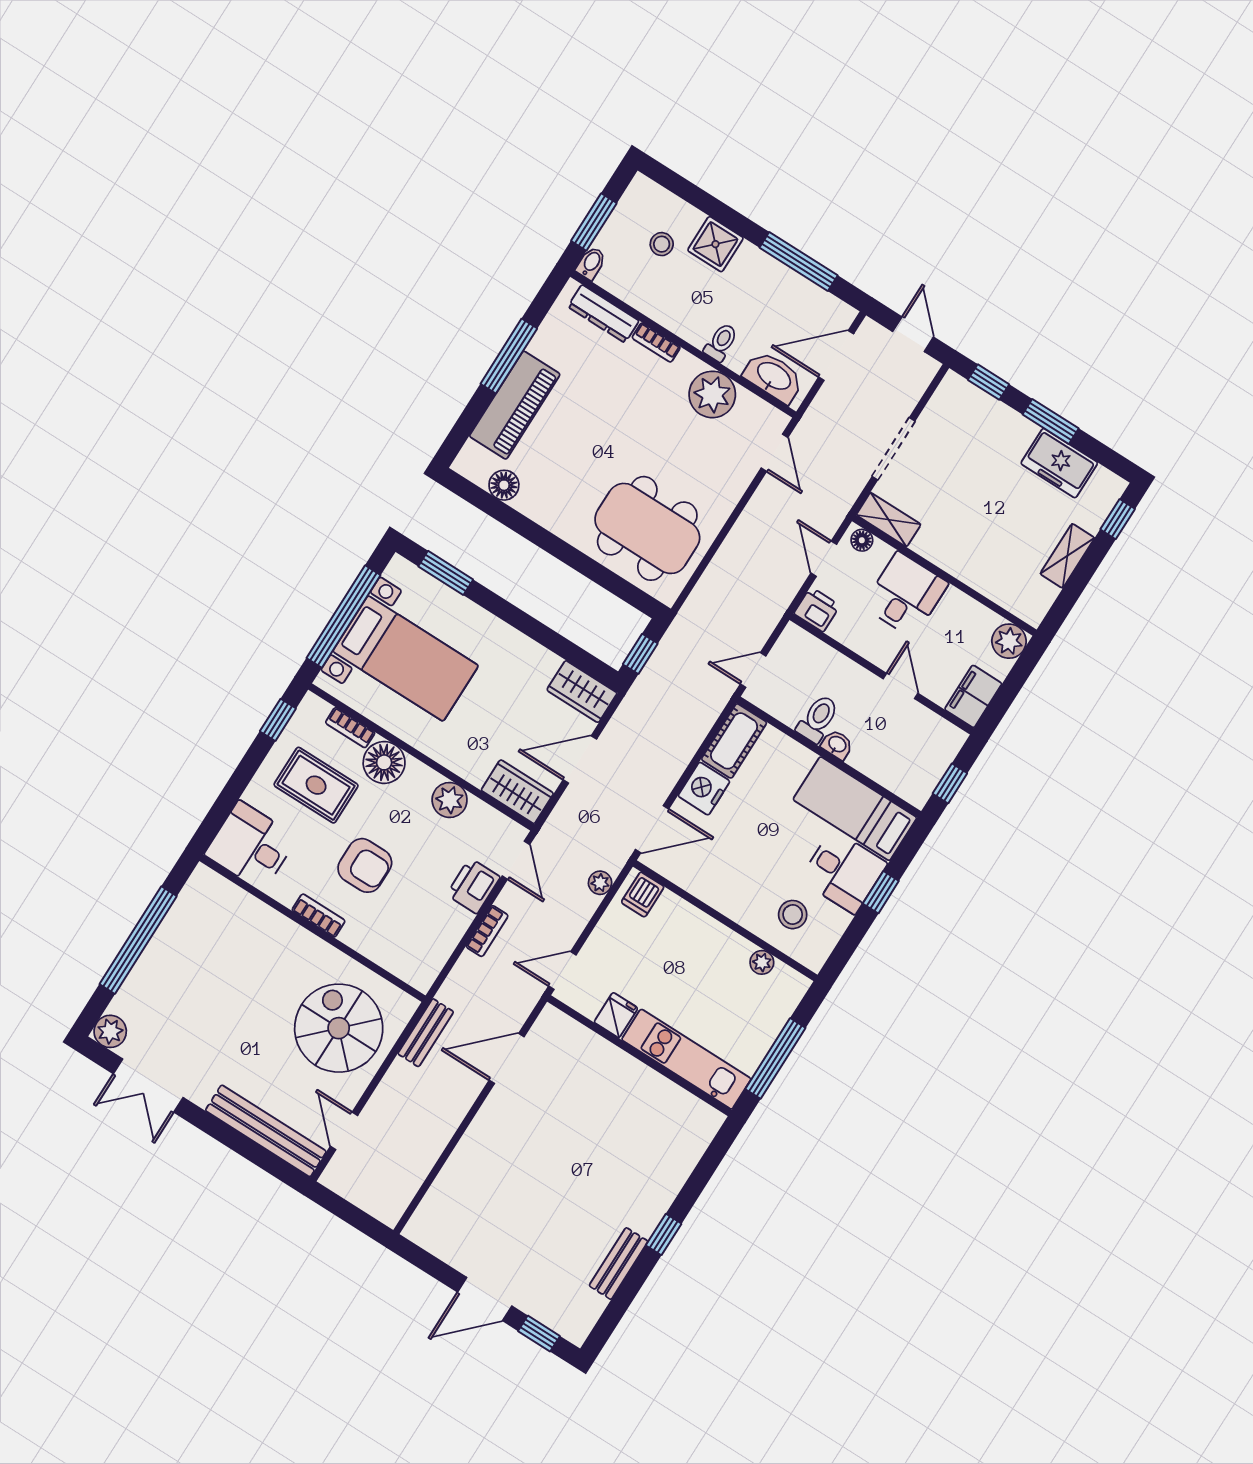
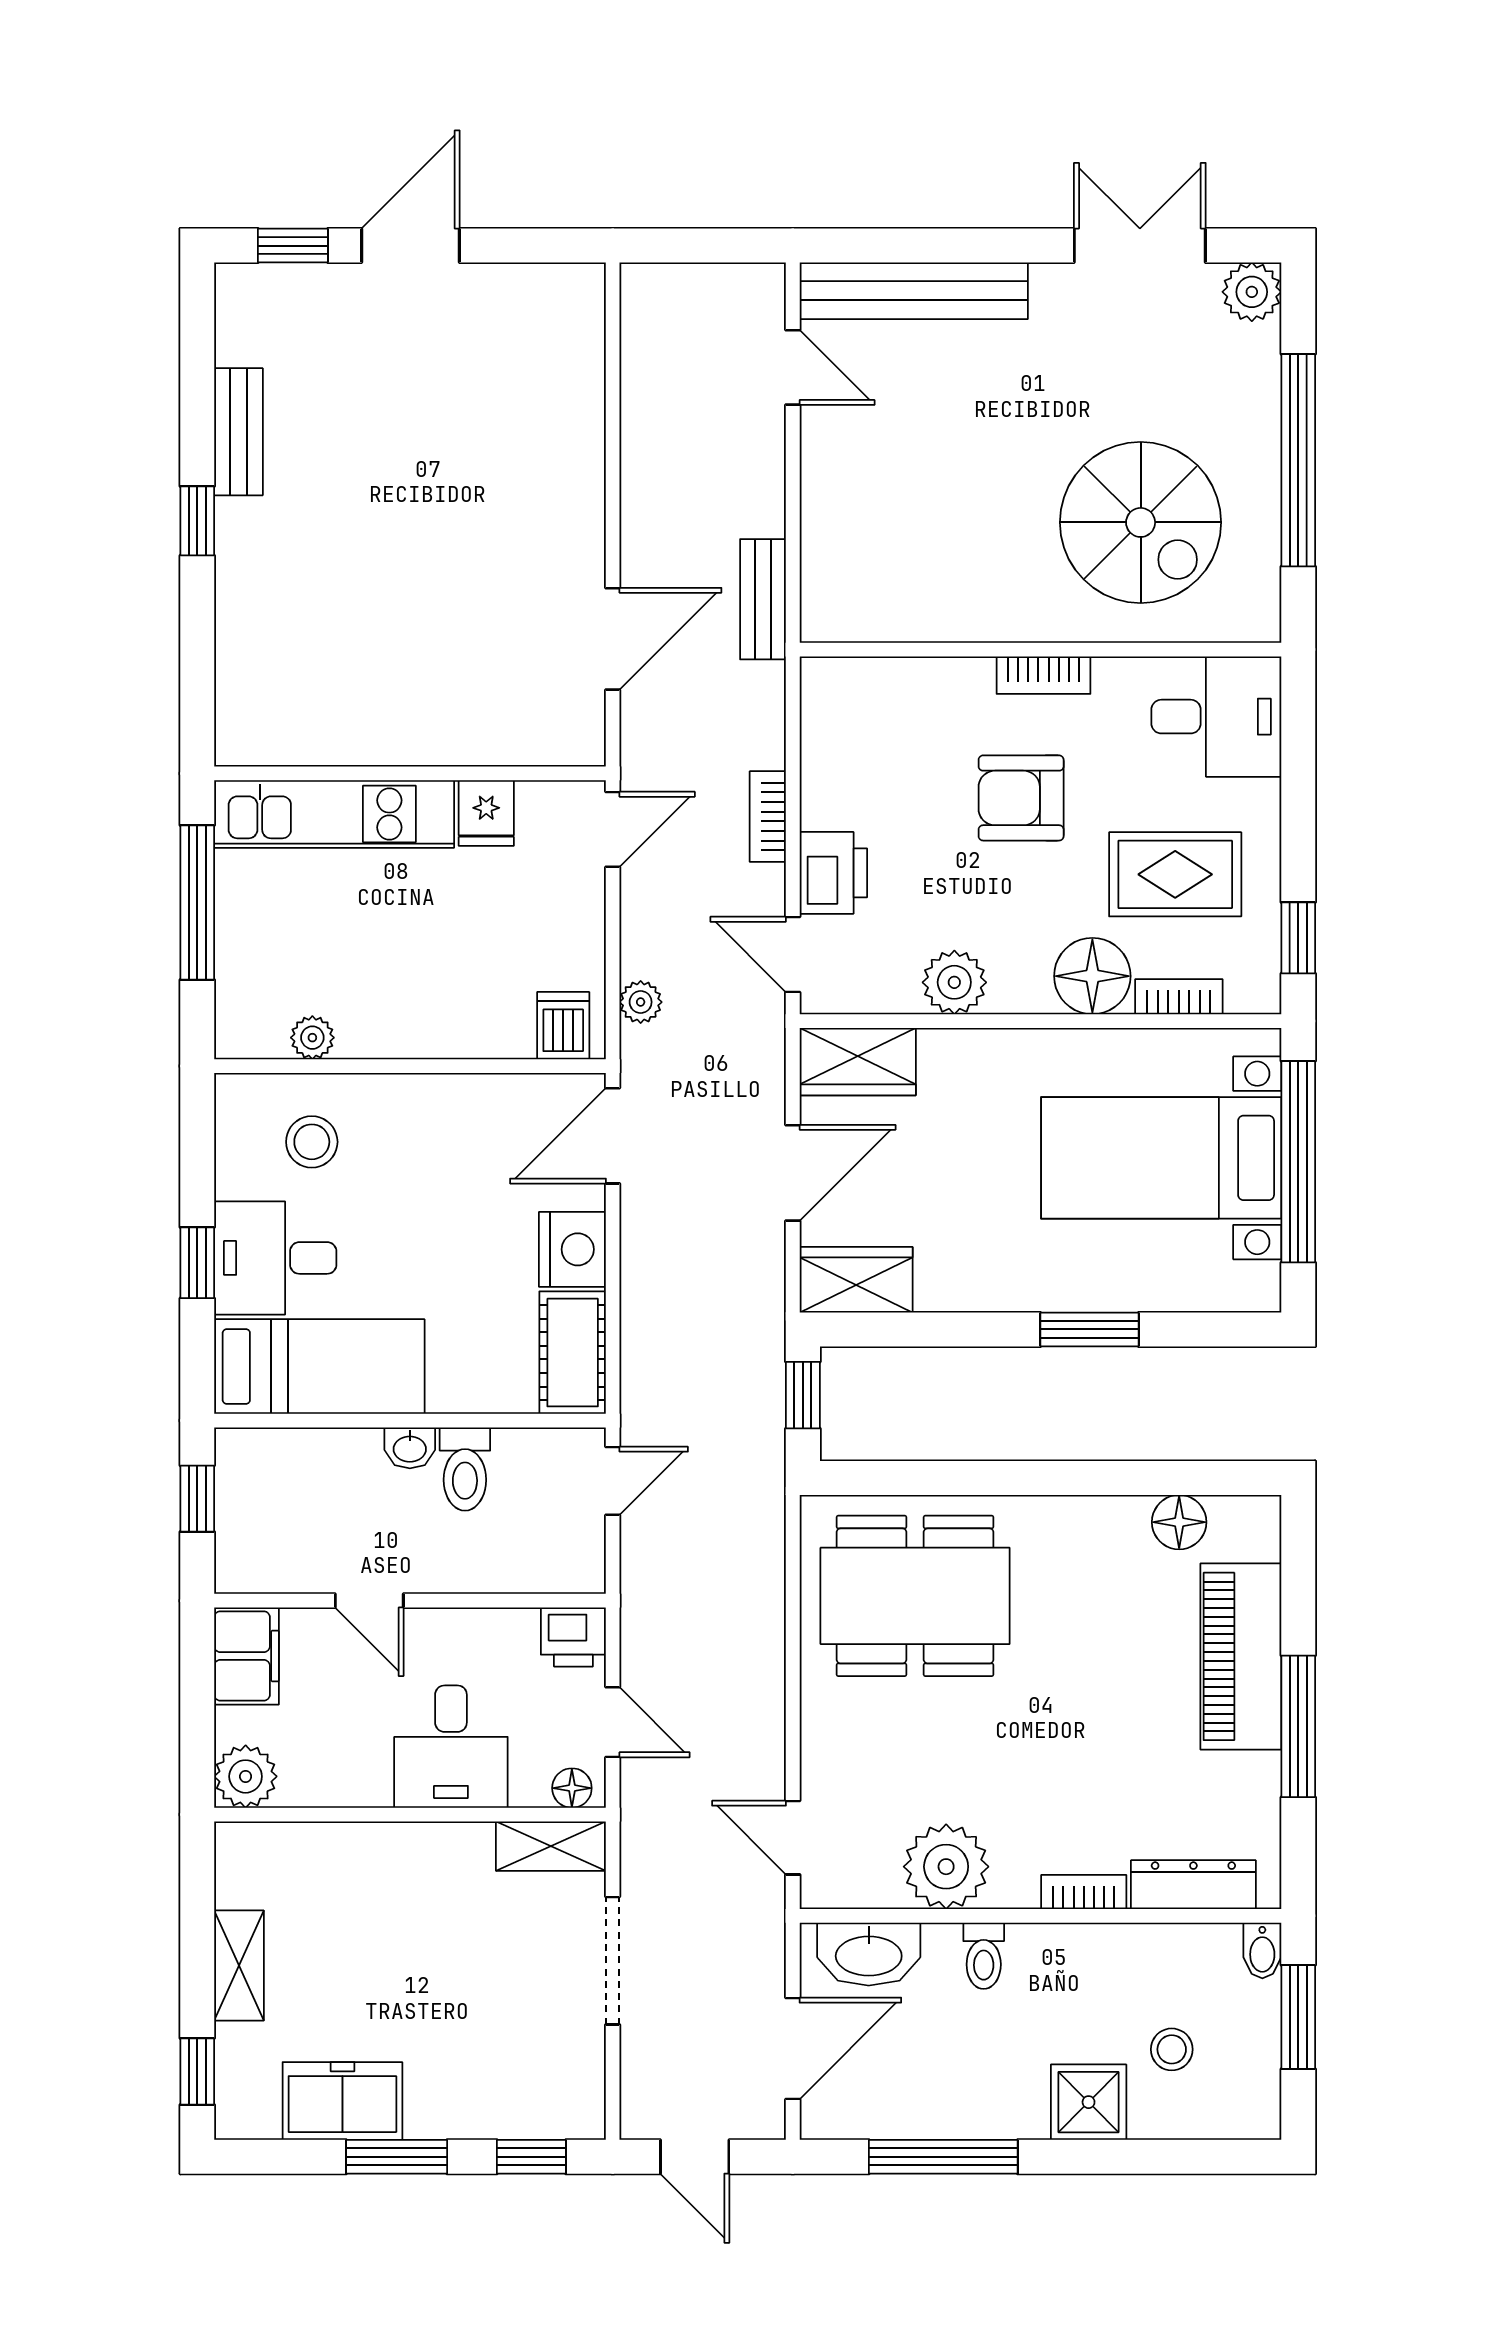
window: (446, 573) -> (1089, 1329), moved
spiral stairs: (339, 1028) -> (1141, 522), moved

